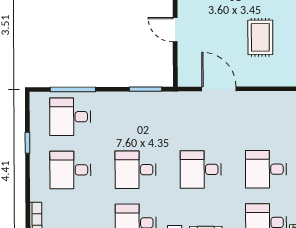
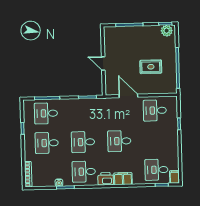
rug: (260, 37) -> (151, 67), turned 90
desk: (266, 169) -> (155, 110), moved

